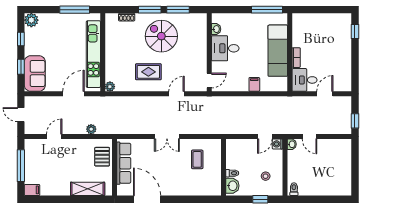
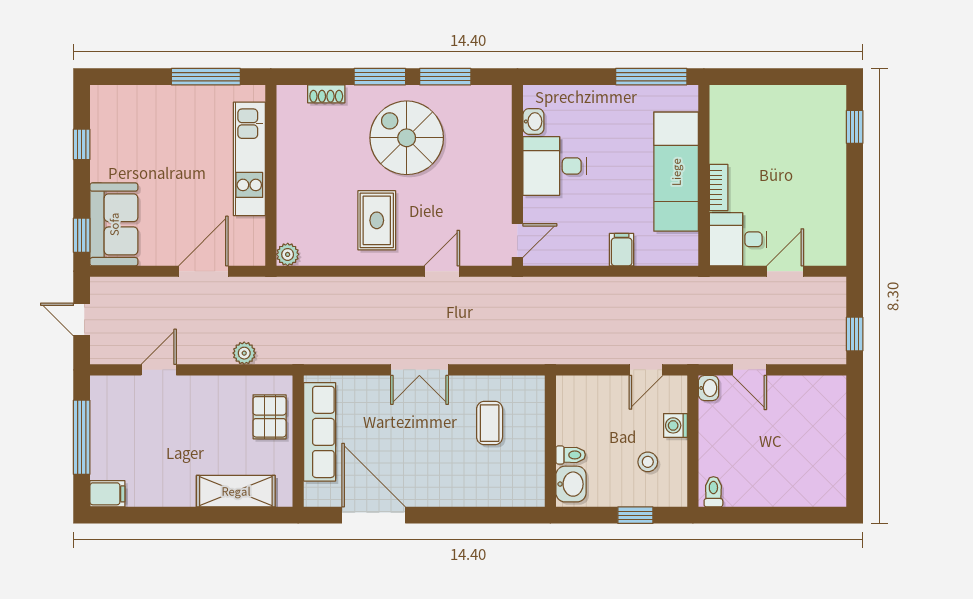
plant: (31, 20) -> (106, 101), removed
kitchen unit: (93, 54) -> (249, 159), width x0.73
window: (21, 67) -> (82, 235), moved
rug: (148, 72) -> (377, 220), turned 90
washing machine: (278, 144) -> (676, 425), moved

